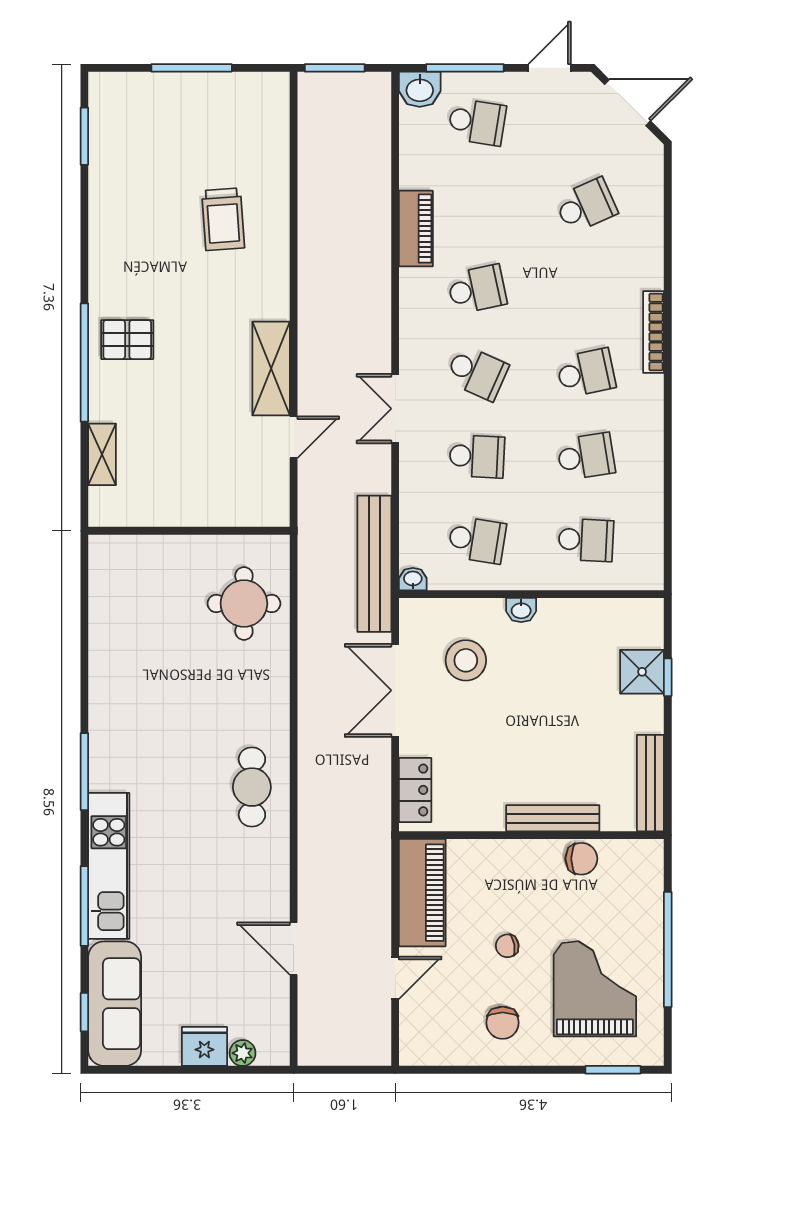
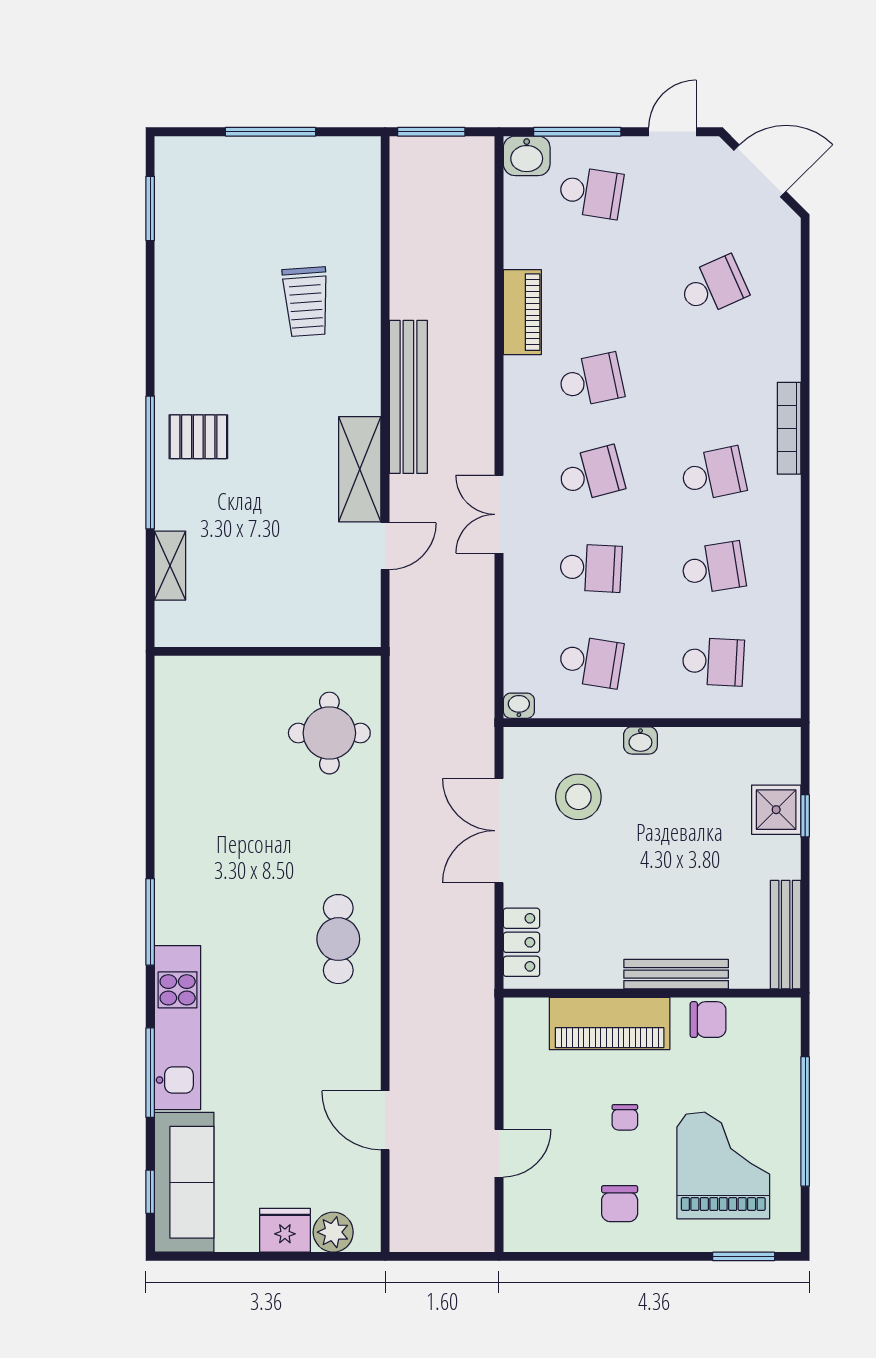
school desk: (477, 373) -> (591, 474), turned -39
bench: (374, 564) -> (408, 397), moved
piano: (422, 893) -> (610, 1023), moved, turned 90
chair: (507, 946) -> (625, 1117), turned -80
plant: (243, 1053) -> (333, 1232), width x1.38, depth x1.38

